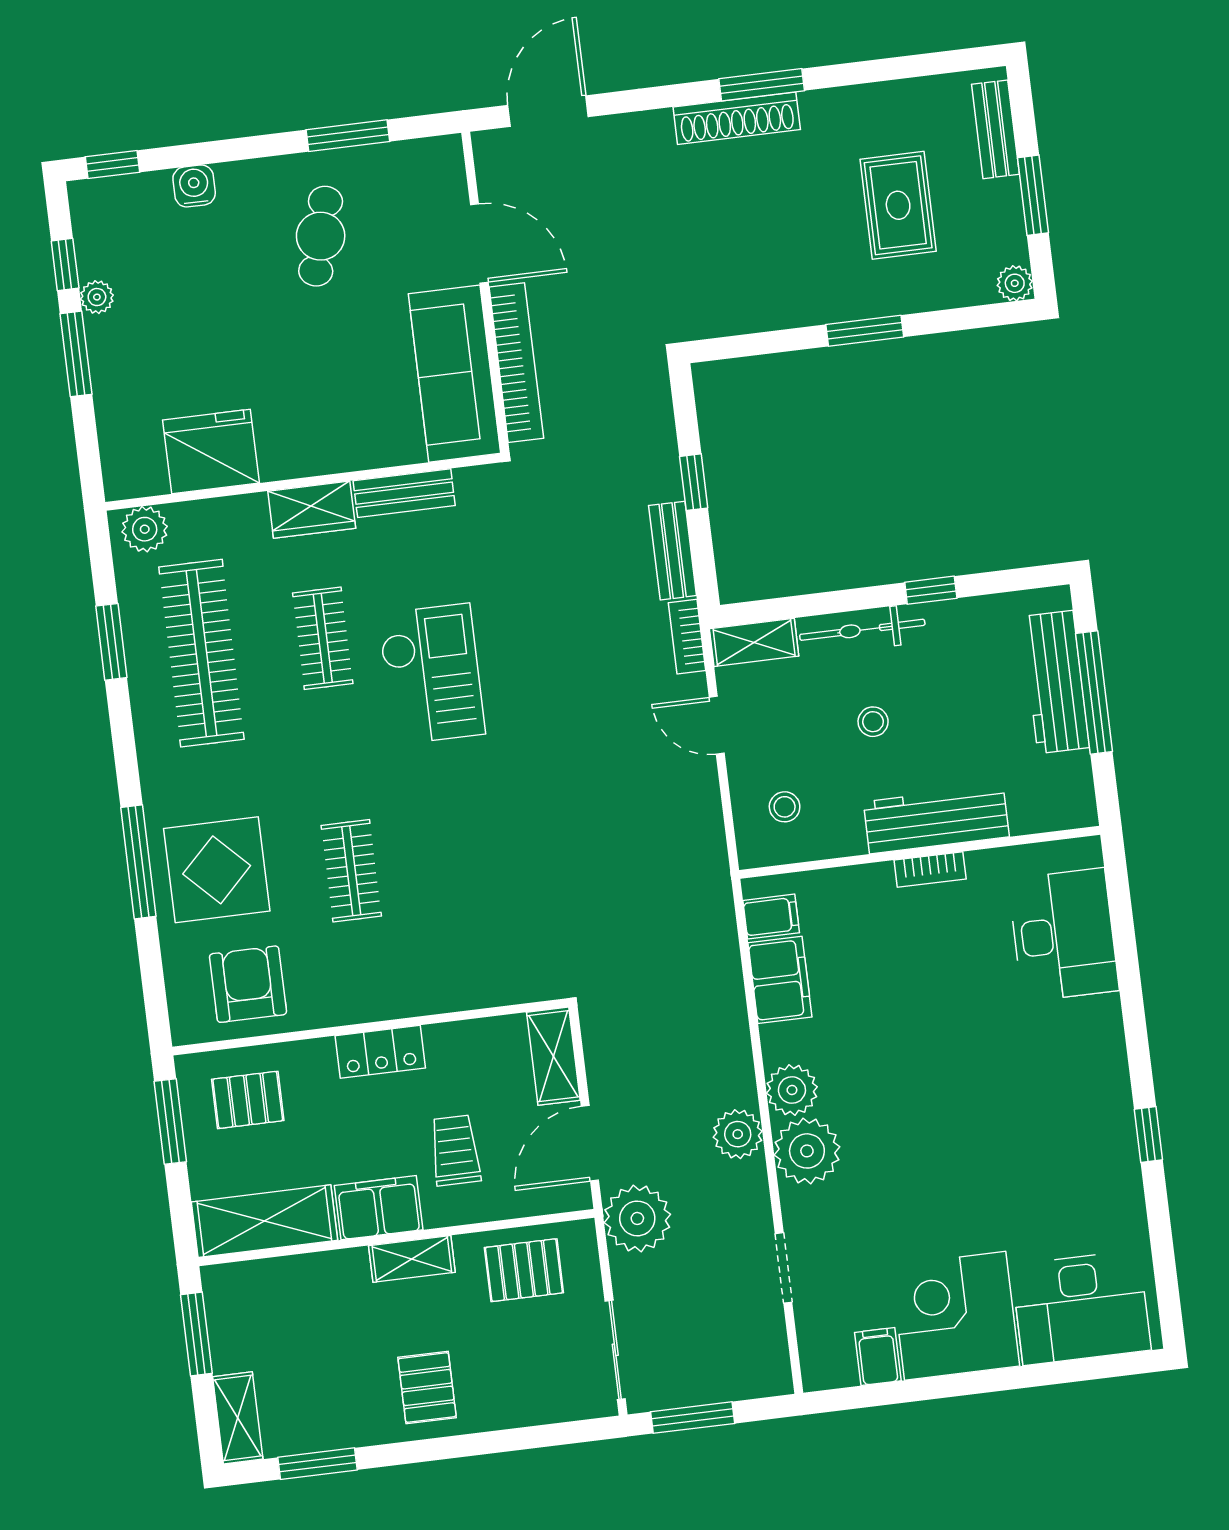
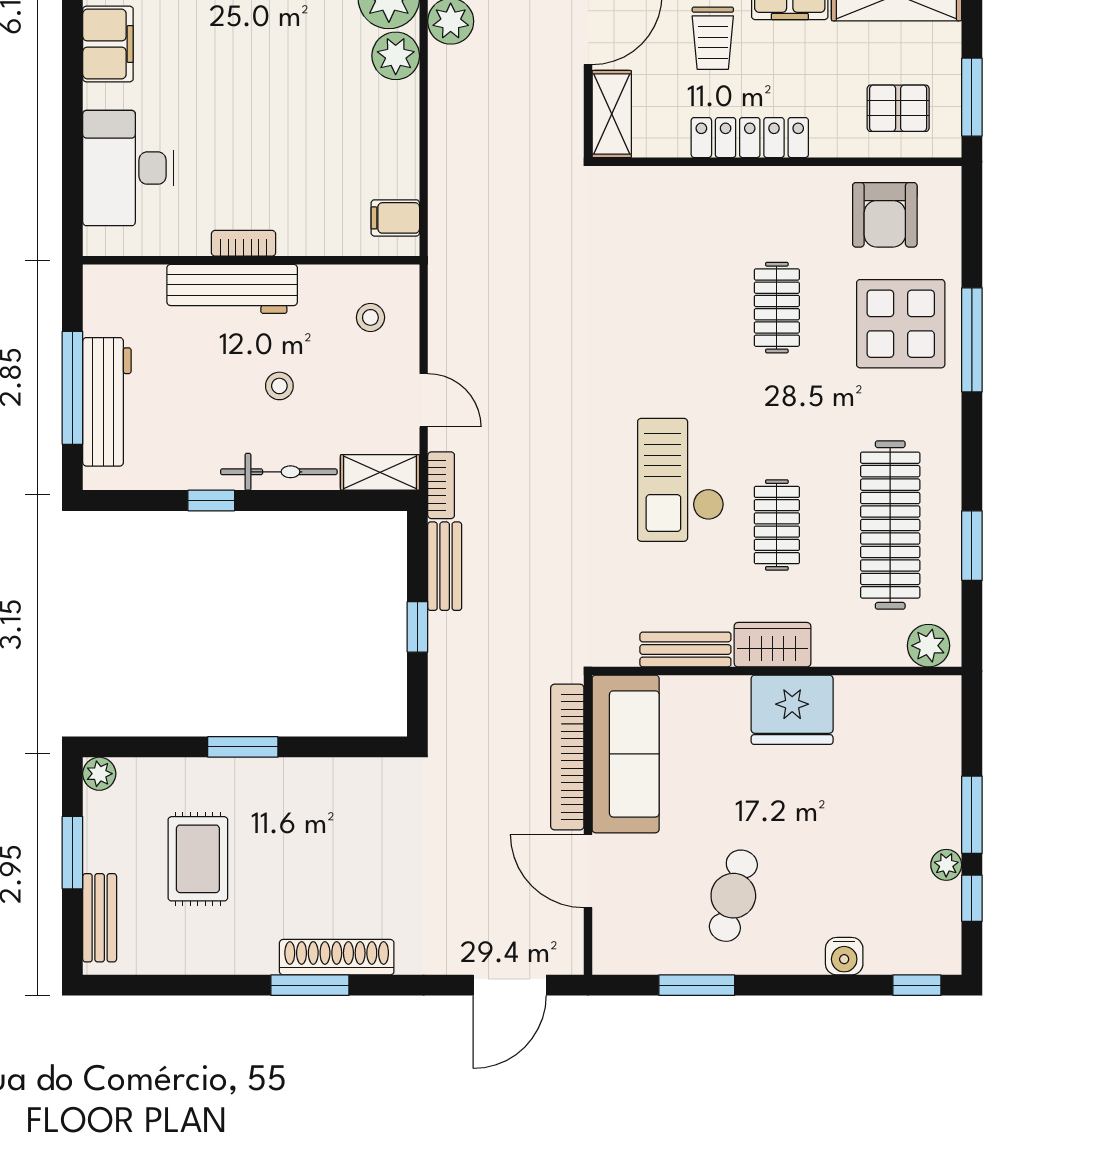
fridge: (211, 451) -> (792, 710), moved
filing cabinet: (780, 980) -> (108, 44), moved, turned 180
locker: (380, 1052) -> (750, 138), width x1.53

